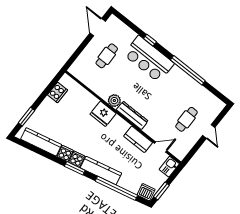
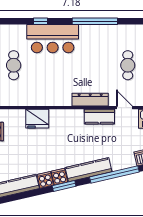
plant: (114, 101) -> (51, 99), removed
fridge: (103, 114) -> (37, 119), moved
dresser: (132, 115) -> (90, 100), moved
door: (161, 147) -> (124, 108), hinge flipped

